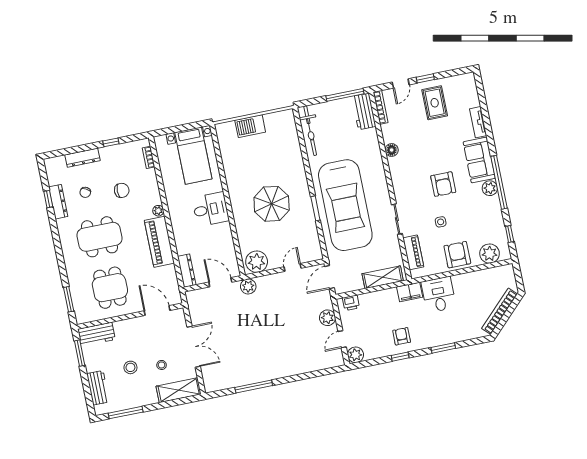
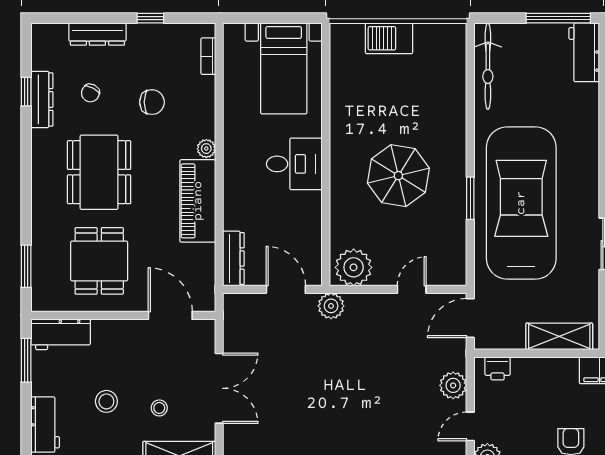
car: (345, 205) -> (521, 203), turned 180
dining table: (100, 237) -> (99, 172), turned 90

